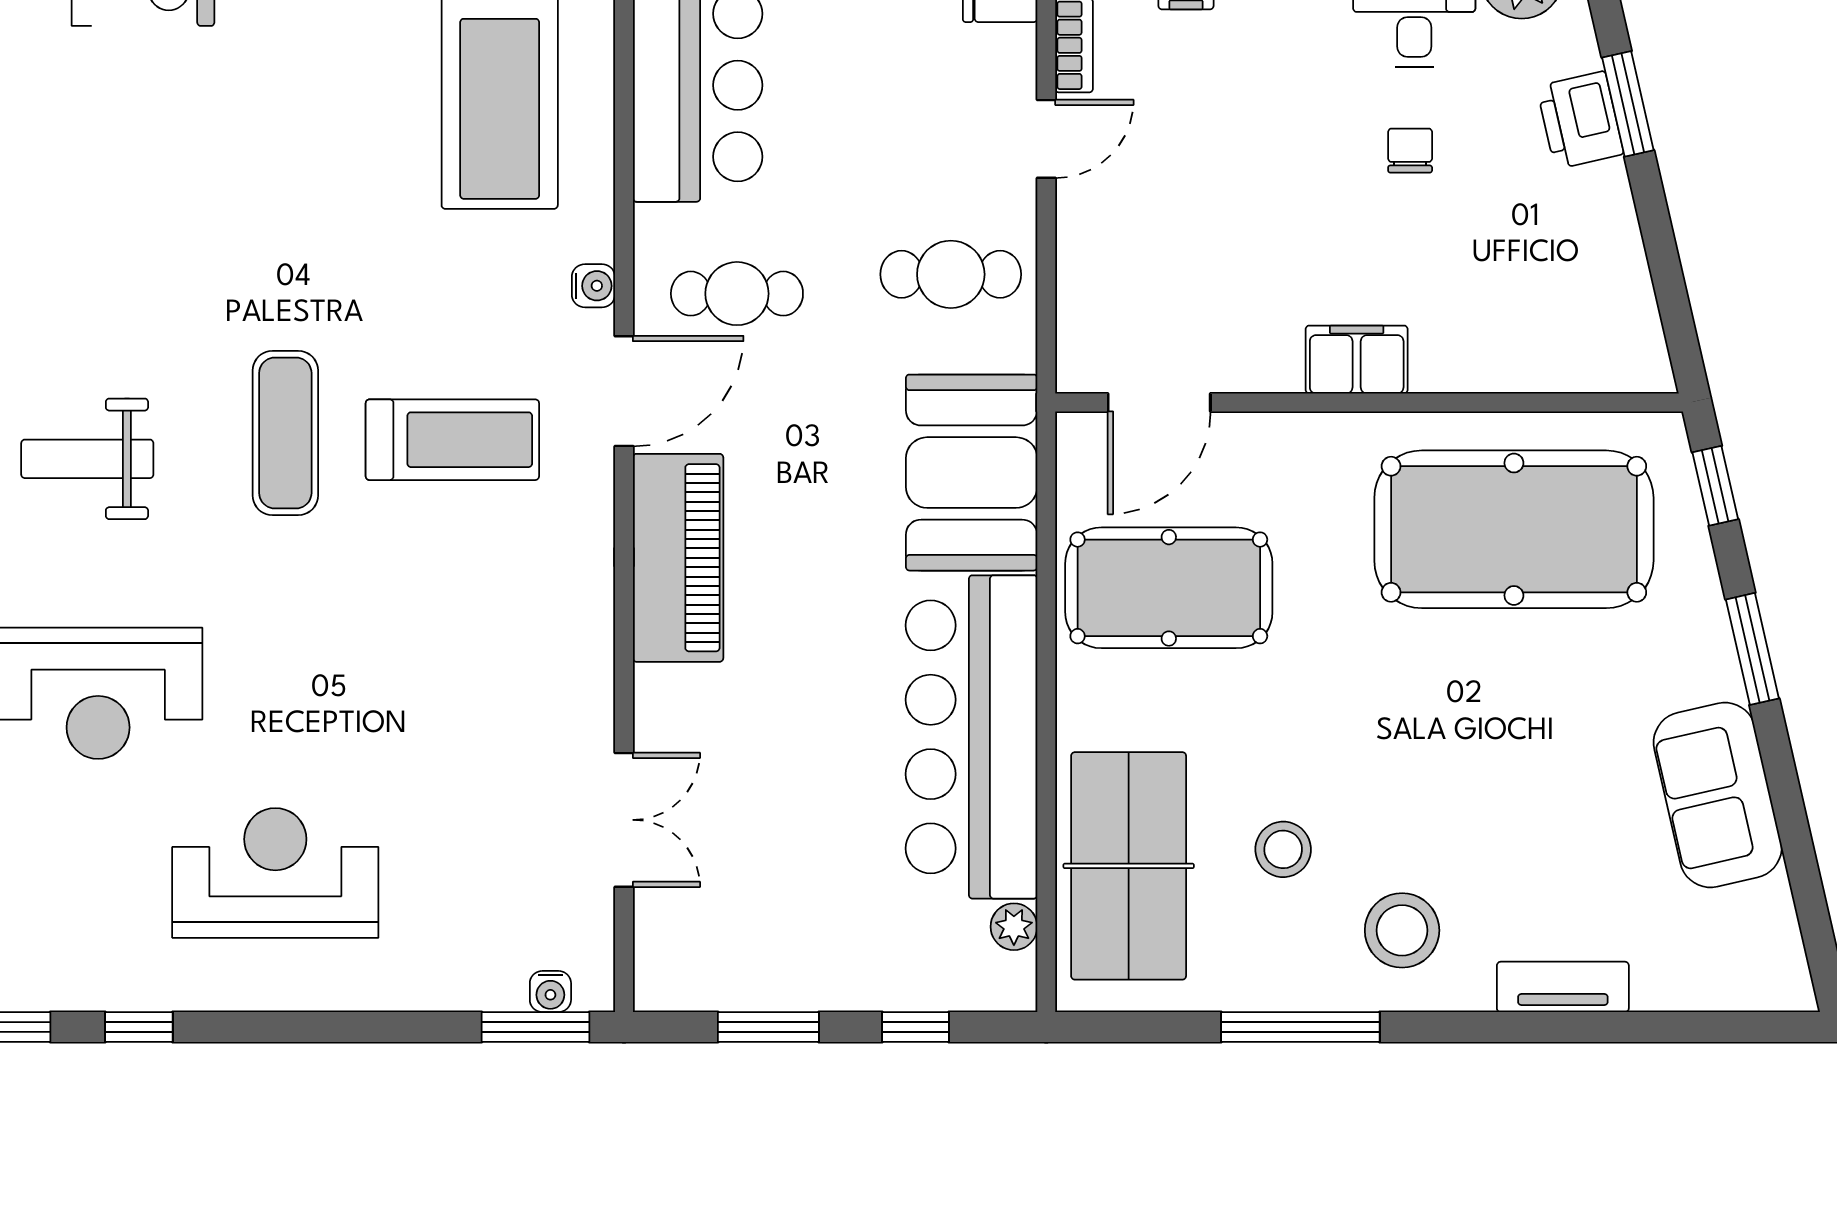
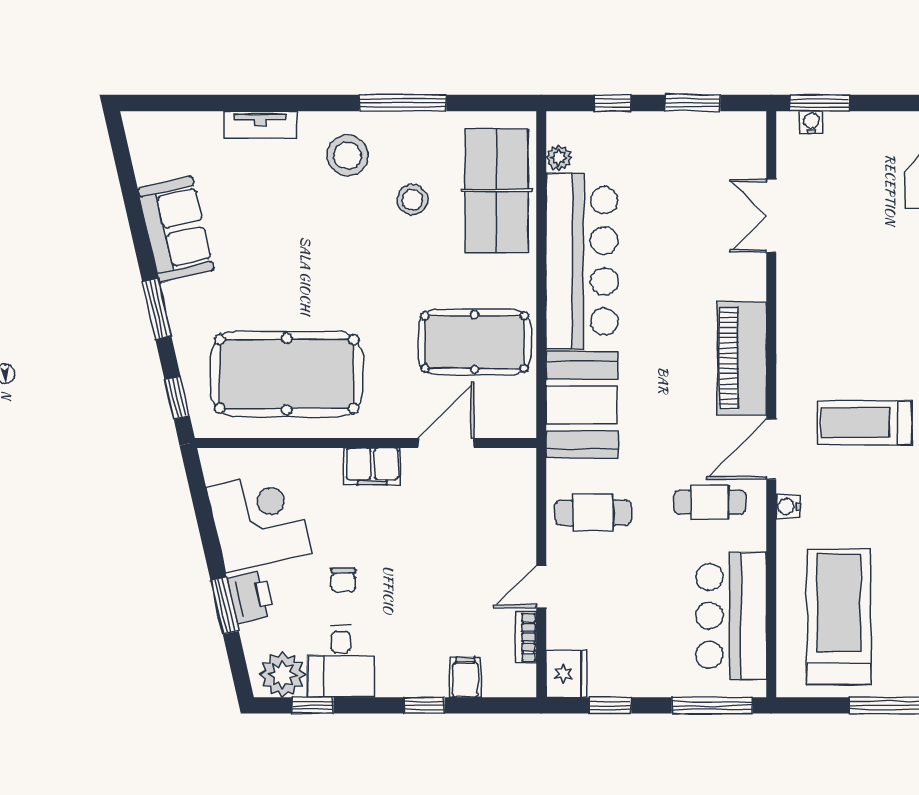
corner desk: (1565, 261) -> (259, 520), added
door: (1159, 402) -> (446, 443), moved

